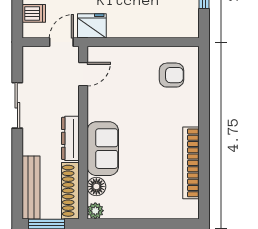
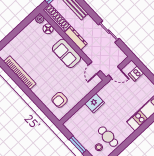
fridge: (92, 26) -> (95, 103), moved
door: (61, 42) -> (115, 72), hinge flipped
sofa: (103, 149) -> (66, 53), moved

